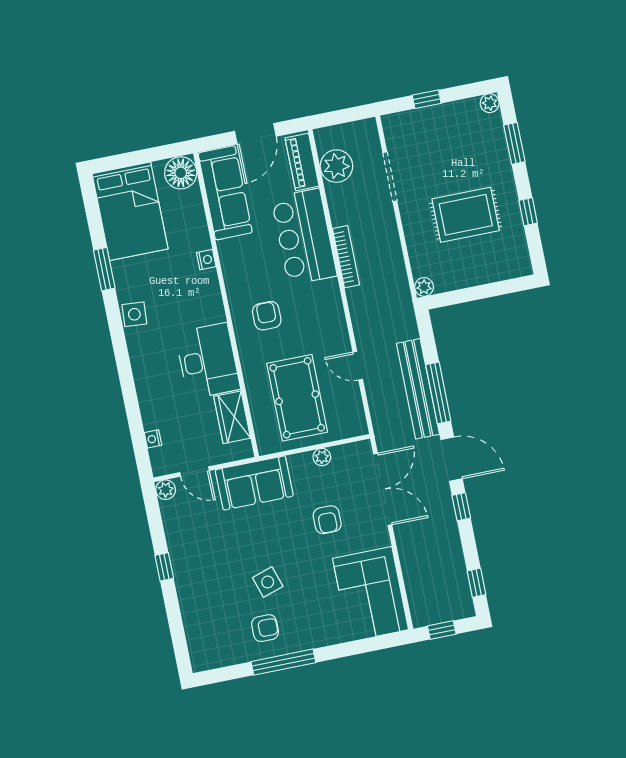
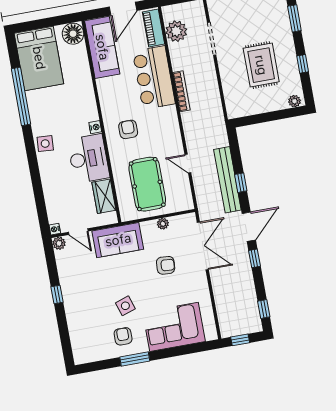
rug: (466, 215) -> (261, 65), turned 90
nightstand: (206, 260) -> (95, 127), moved
window: (104, 269) -> (21, 96), width x2.11
plant: (424, 287) -> (294, 101), moved
side table: (134, 314) -> (45, 144), moved
window: (438, 393) -> (241, 183), width x0.46
nightstand: (153, 439) -> (55, 229), moved
door: (452, 459) -> (249, 227), hinge flipped
armchair: (327, 520) -> (166, 265), turned -86
corner sofa: (371, 594) -> (174, 327), moved, turned 90
armchair: (265, 628) -> (123, 336), turned -90
window: (283, 662) -> (135, 359), width x0.69

